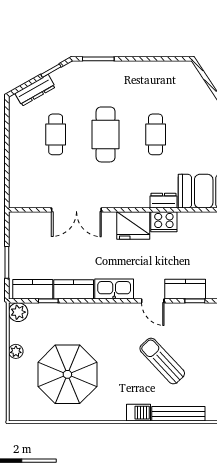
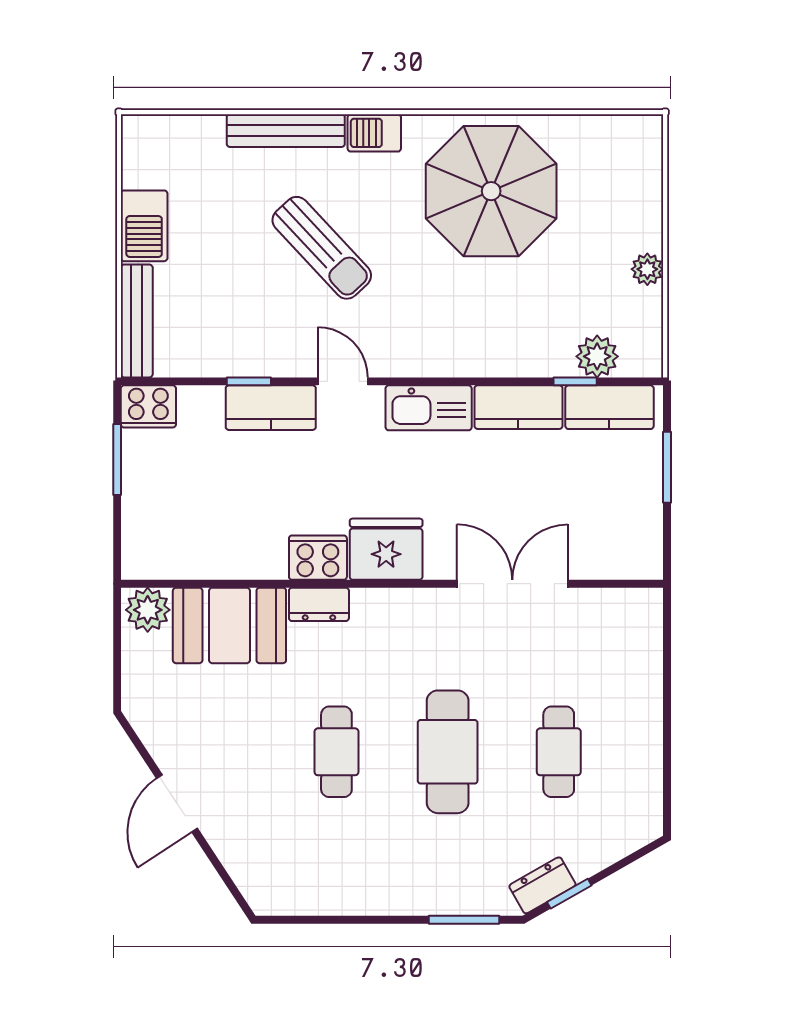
dresser: (35, 90) -> (542, 885), moved, width x0.70
plant: (18, 312) -> (597, 356), moved
parasol: (67, 374) -> (491, 191), moved

